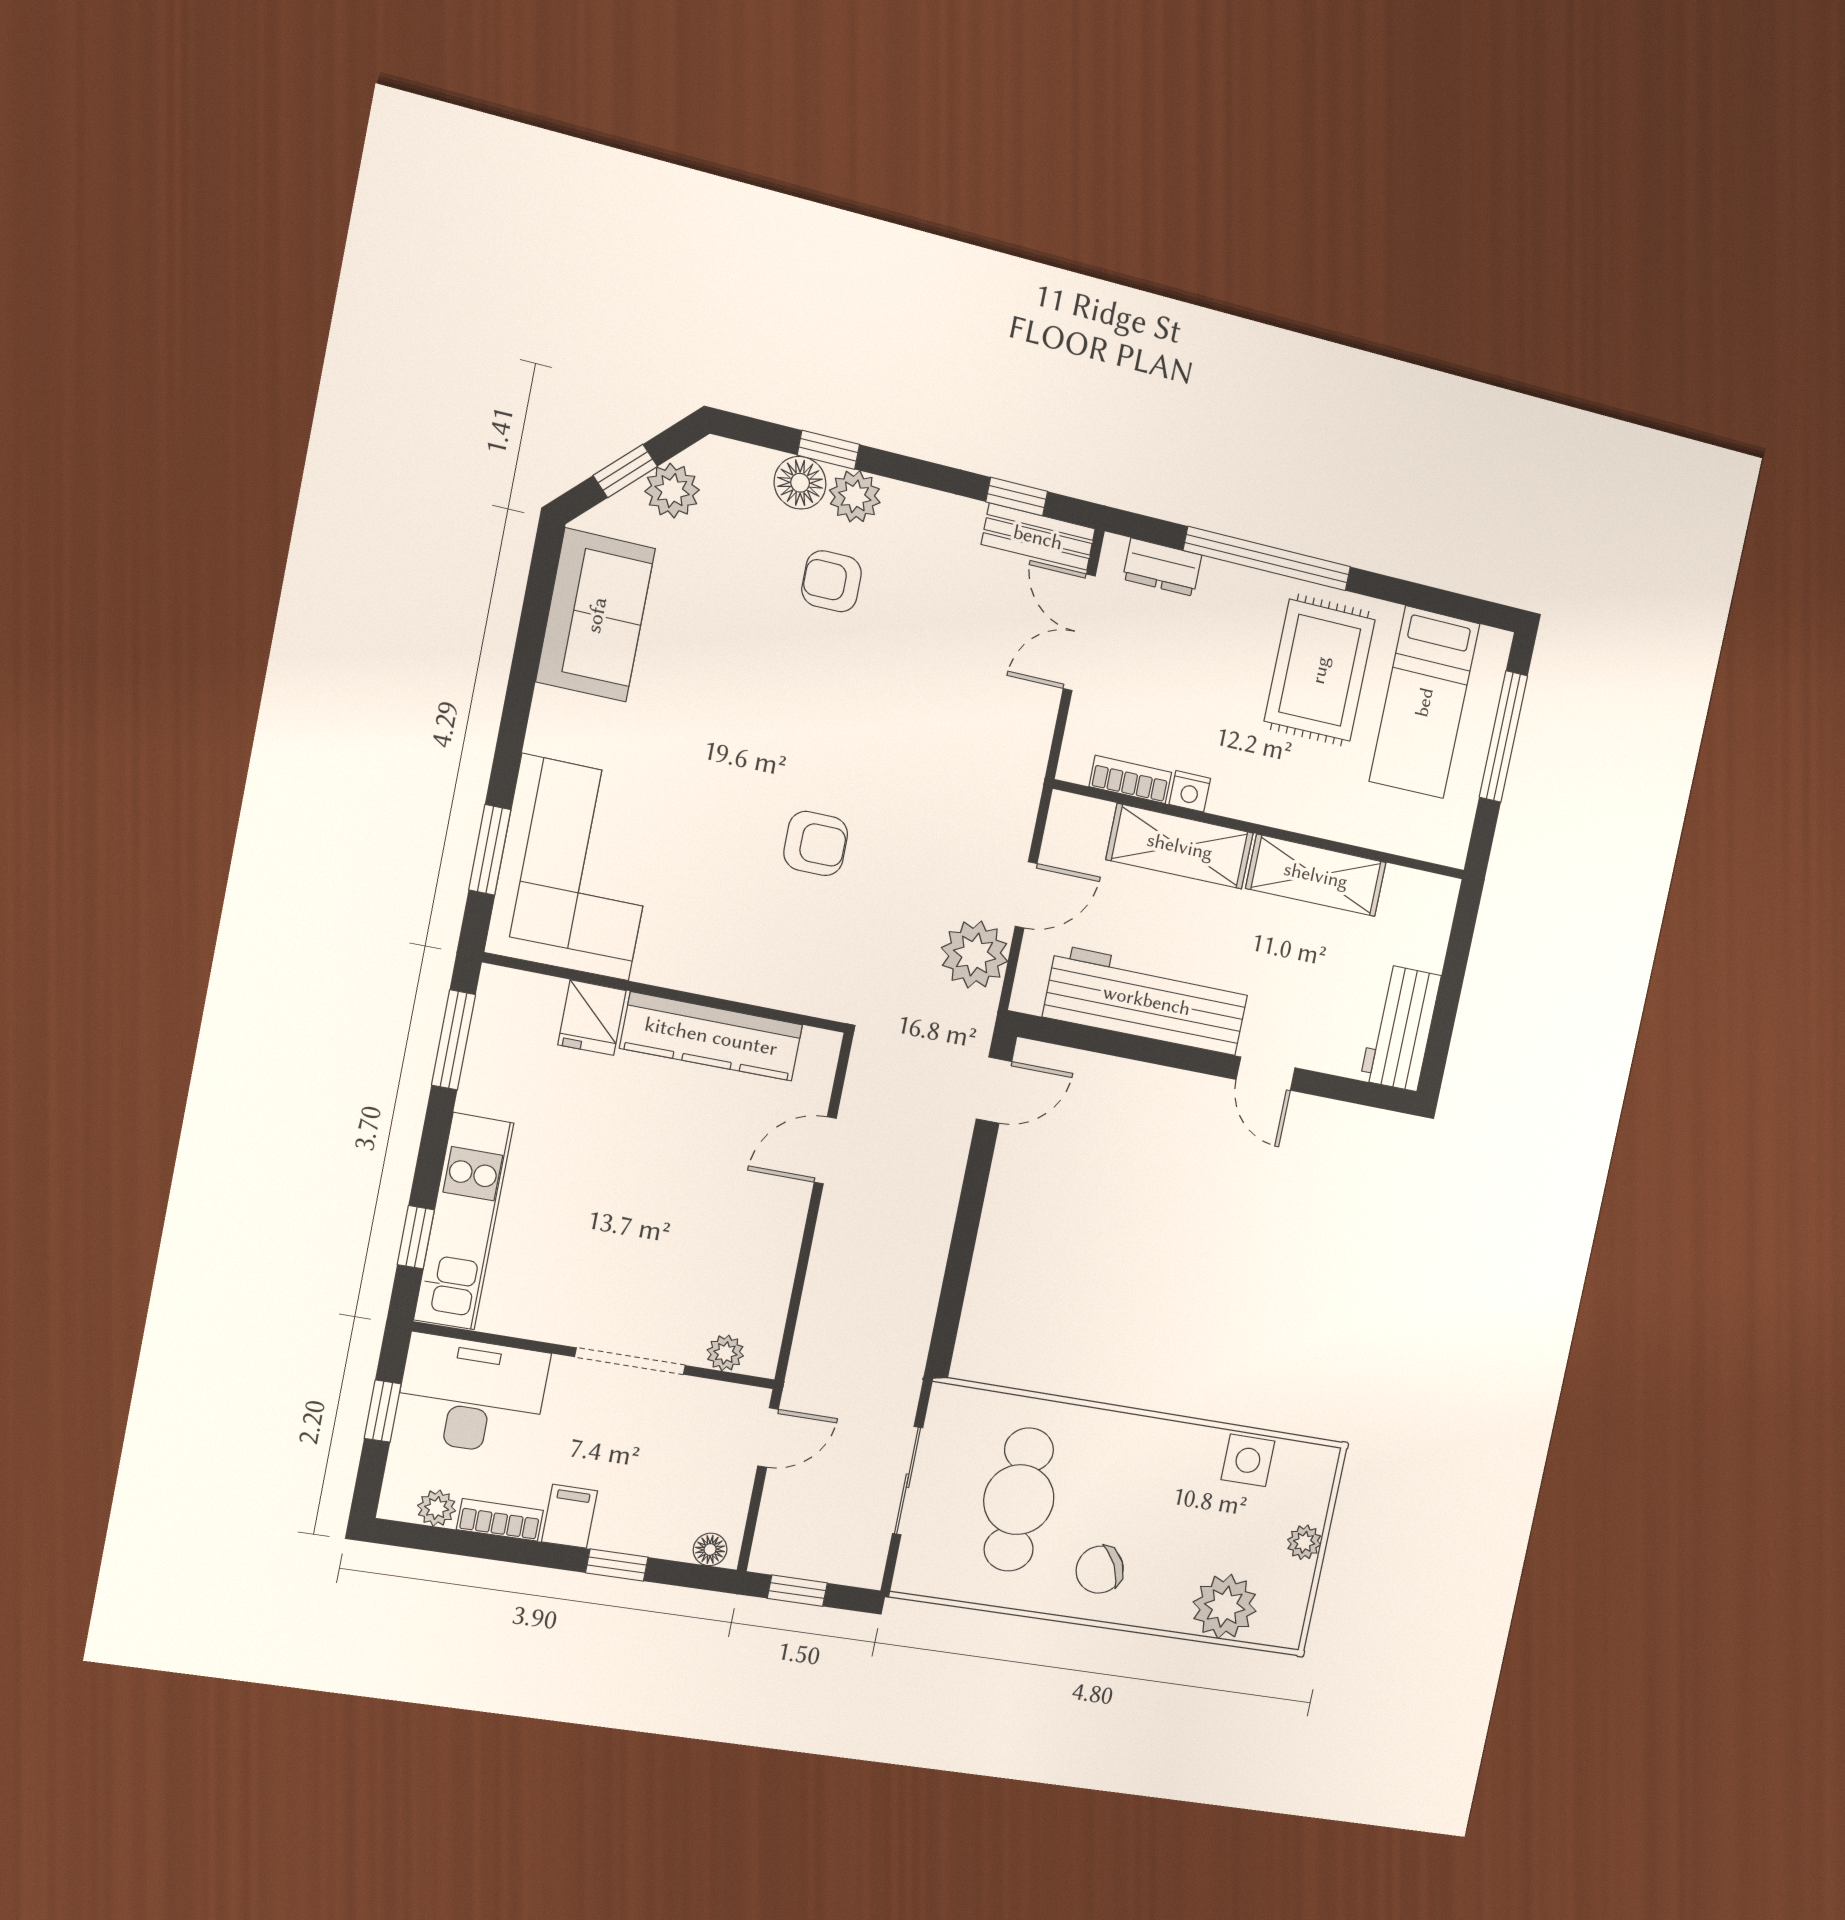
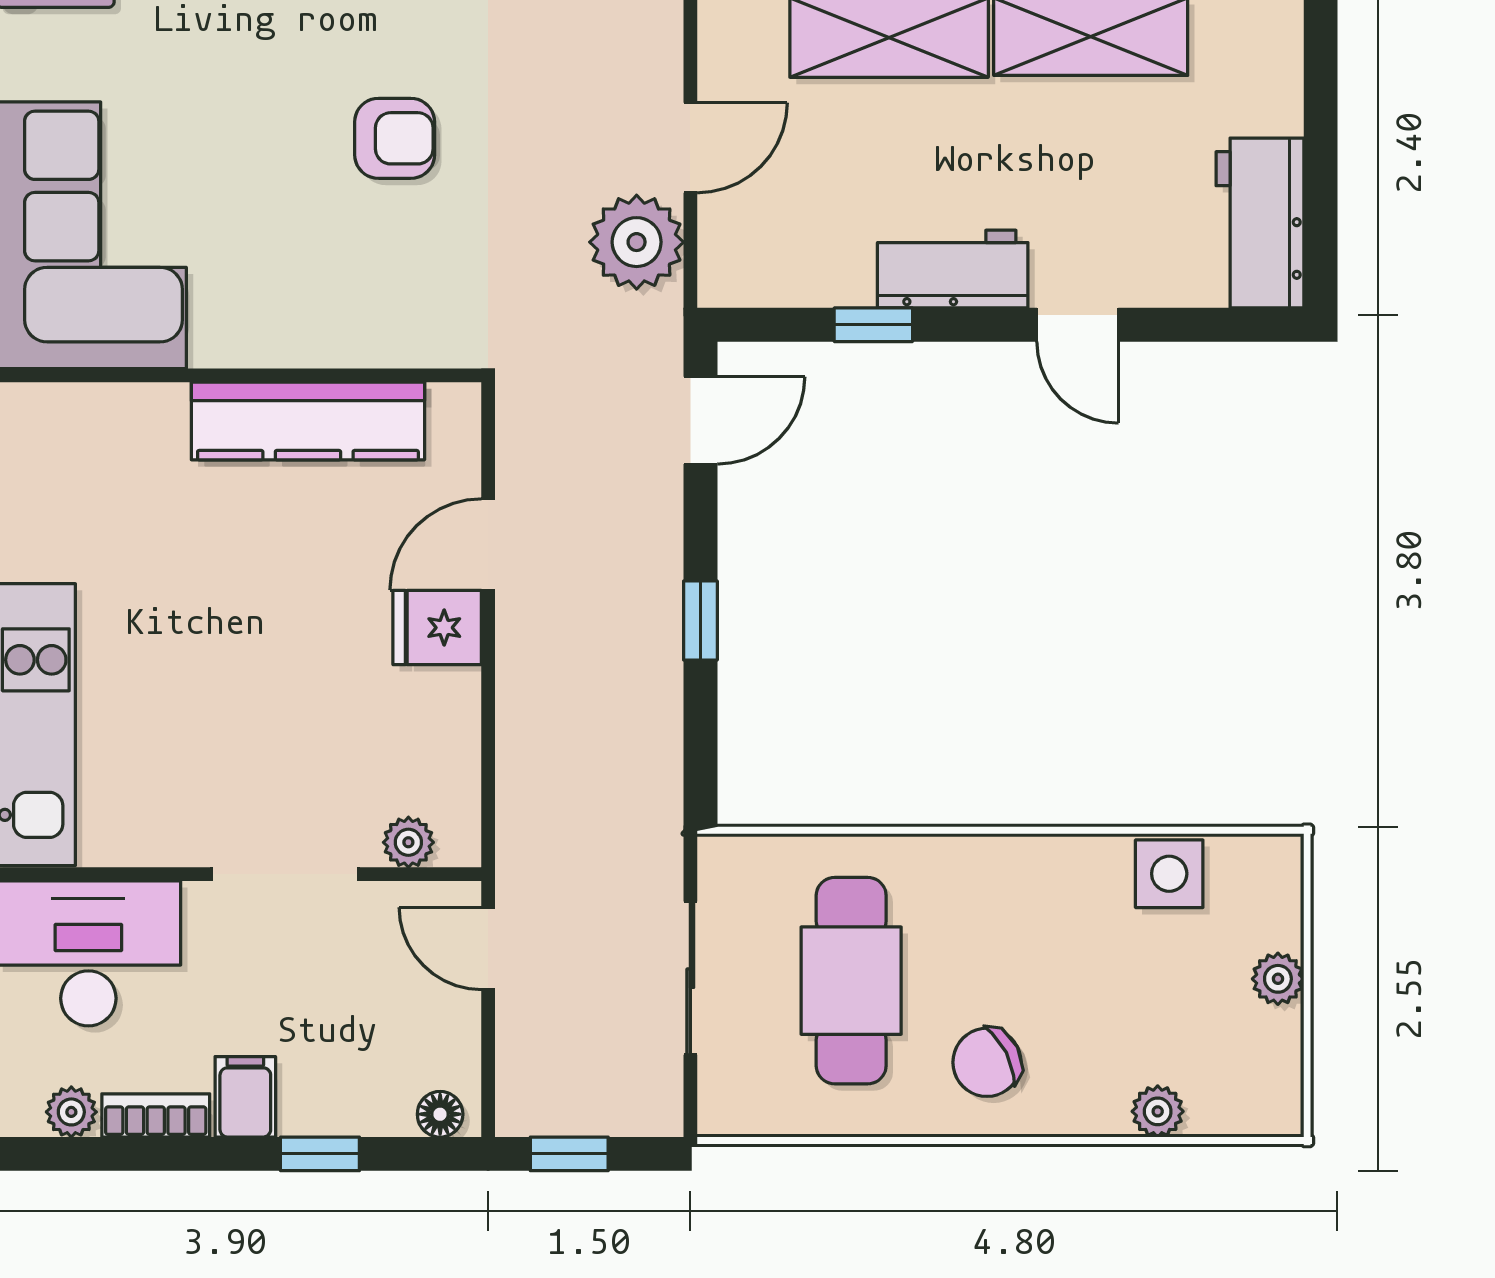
workbench: (1147, 1000) -> (953, 269), width x0.53, depth x0.76
fridge: (592, 1018) -> (437, 628), moved, turned 90
window: (1127, 1046) -> (873, 325), added
window: (965, 1231) -> (700, 621), added
door: (768, 1438) -> (488, 948), swing flipped
plant: (1225, 1607) -> (1158, 1111), width x0.53, depth x0.53

